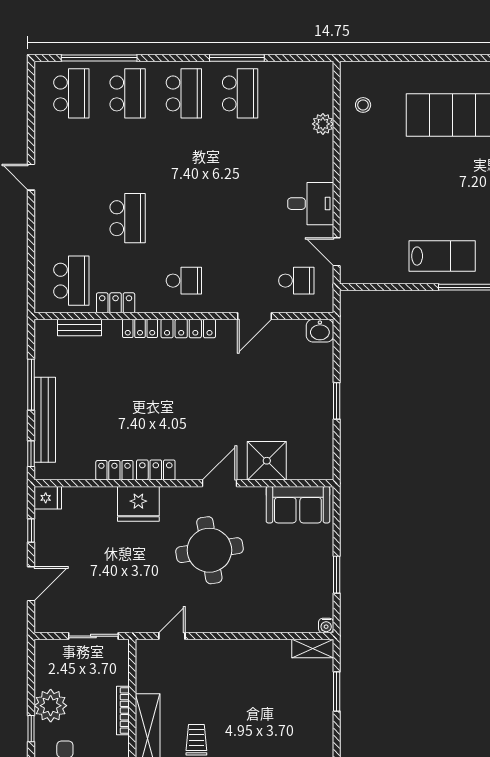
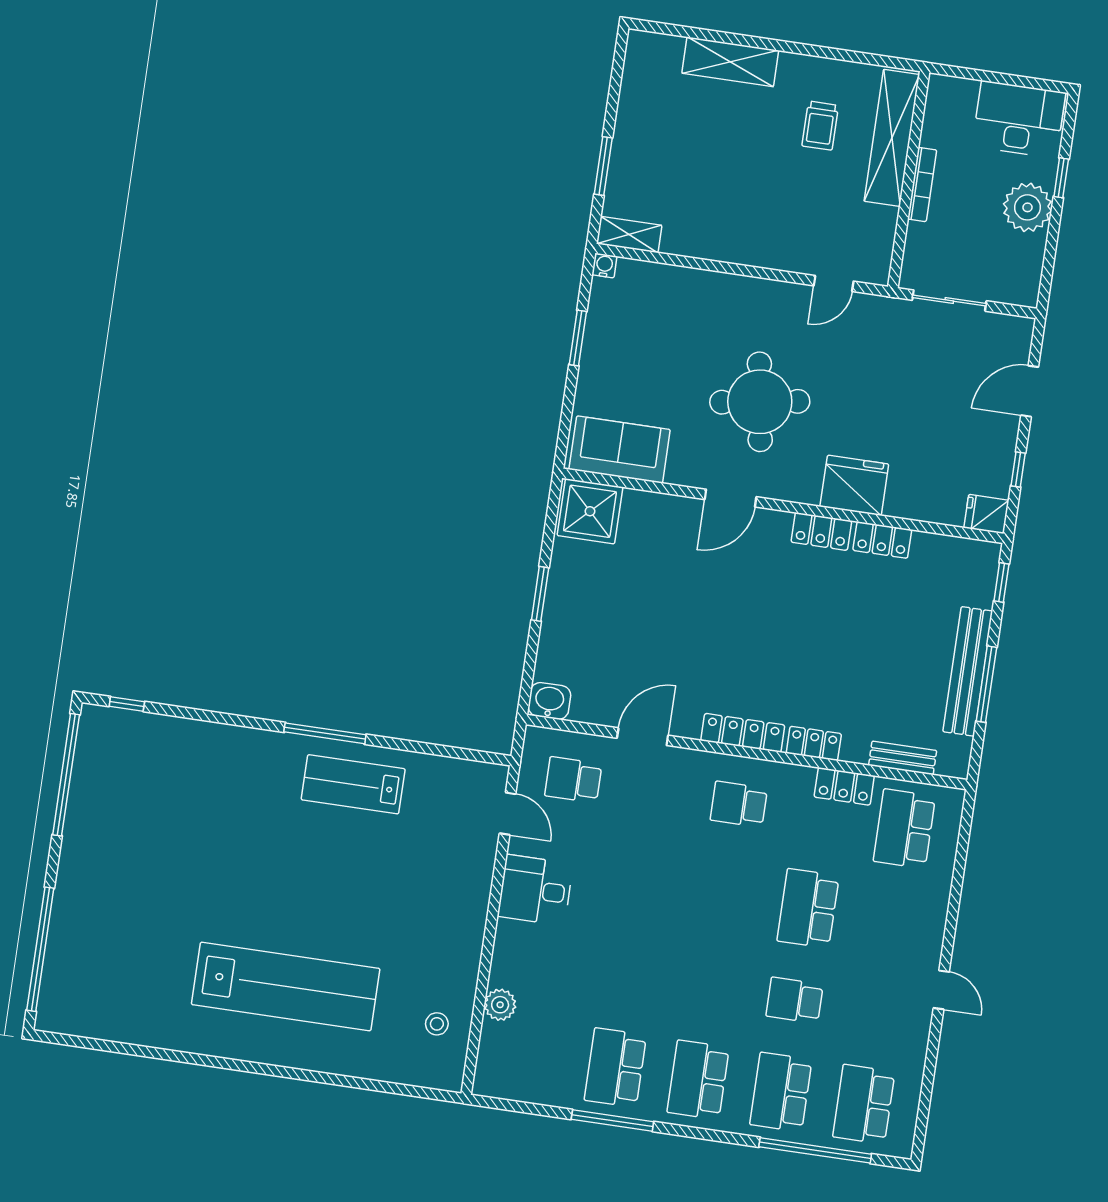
school desk: (128, 156) -> (795, 1000), added
bench: (45, 420) -> (968, 671), moved
shower: (267, 461) -> (590, 511), moved

